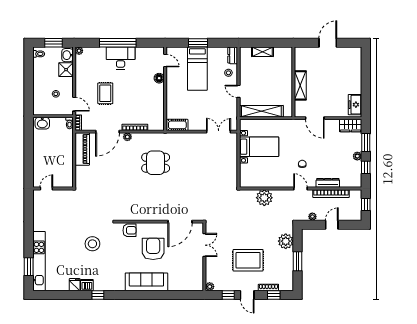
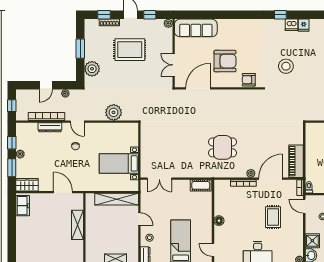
floor lamp: (159, 78) -> (219, 221), moved
armchair: (153, 249) -> (225, 61), turned -90
sofa: (146, 282) -> (196, 28), moved

